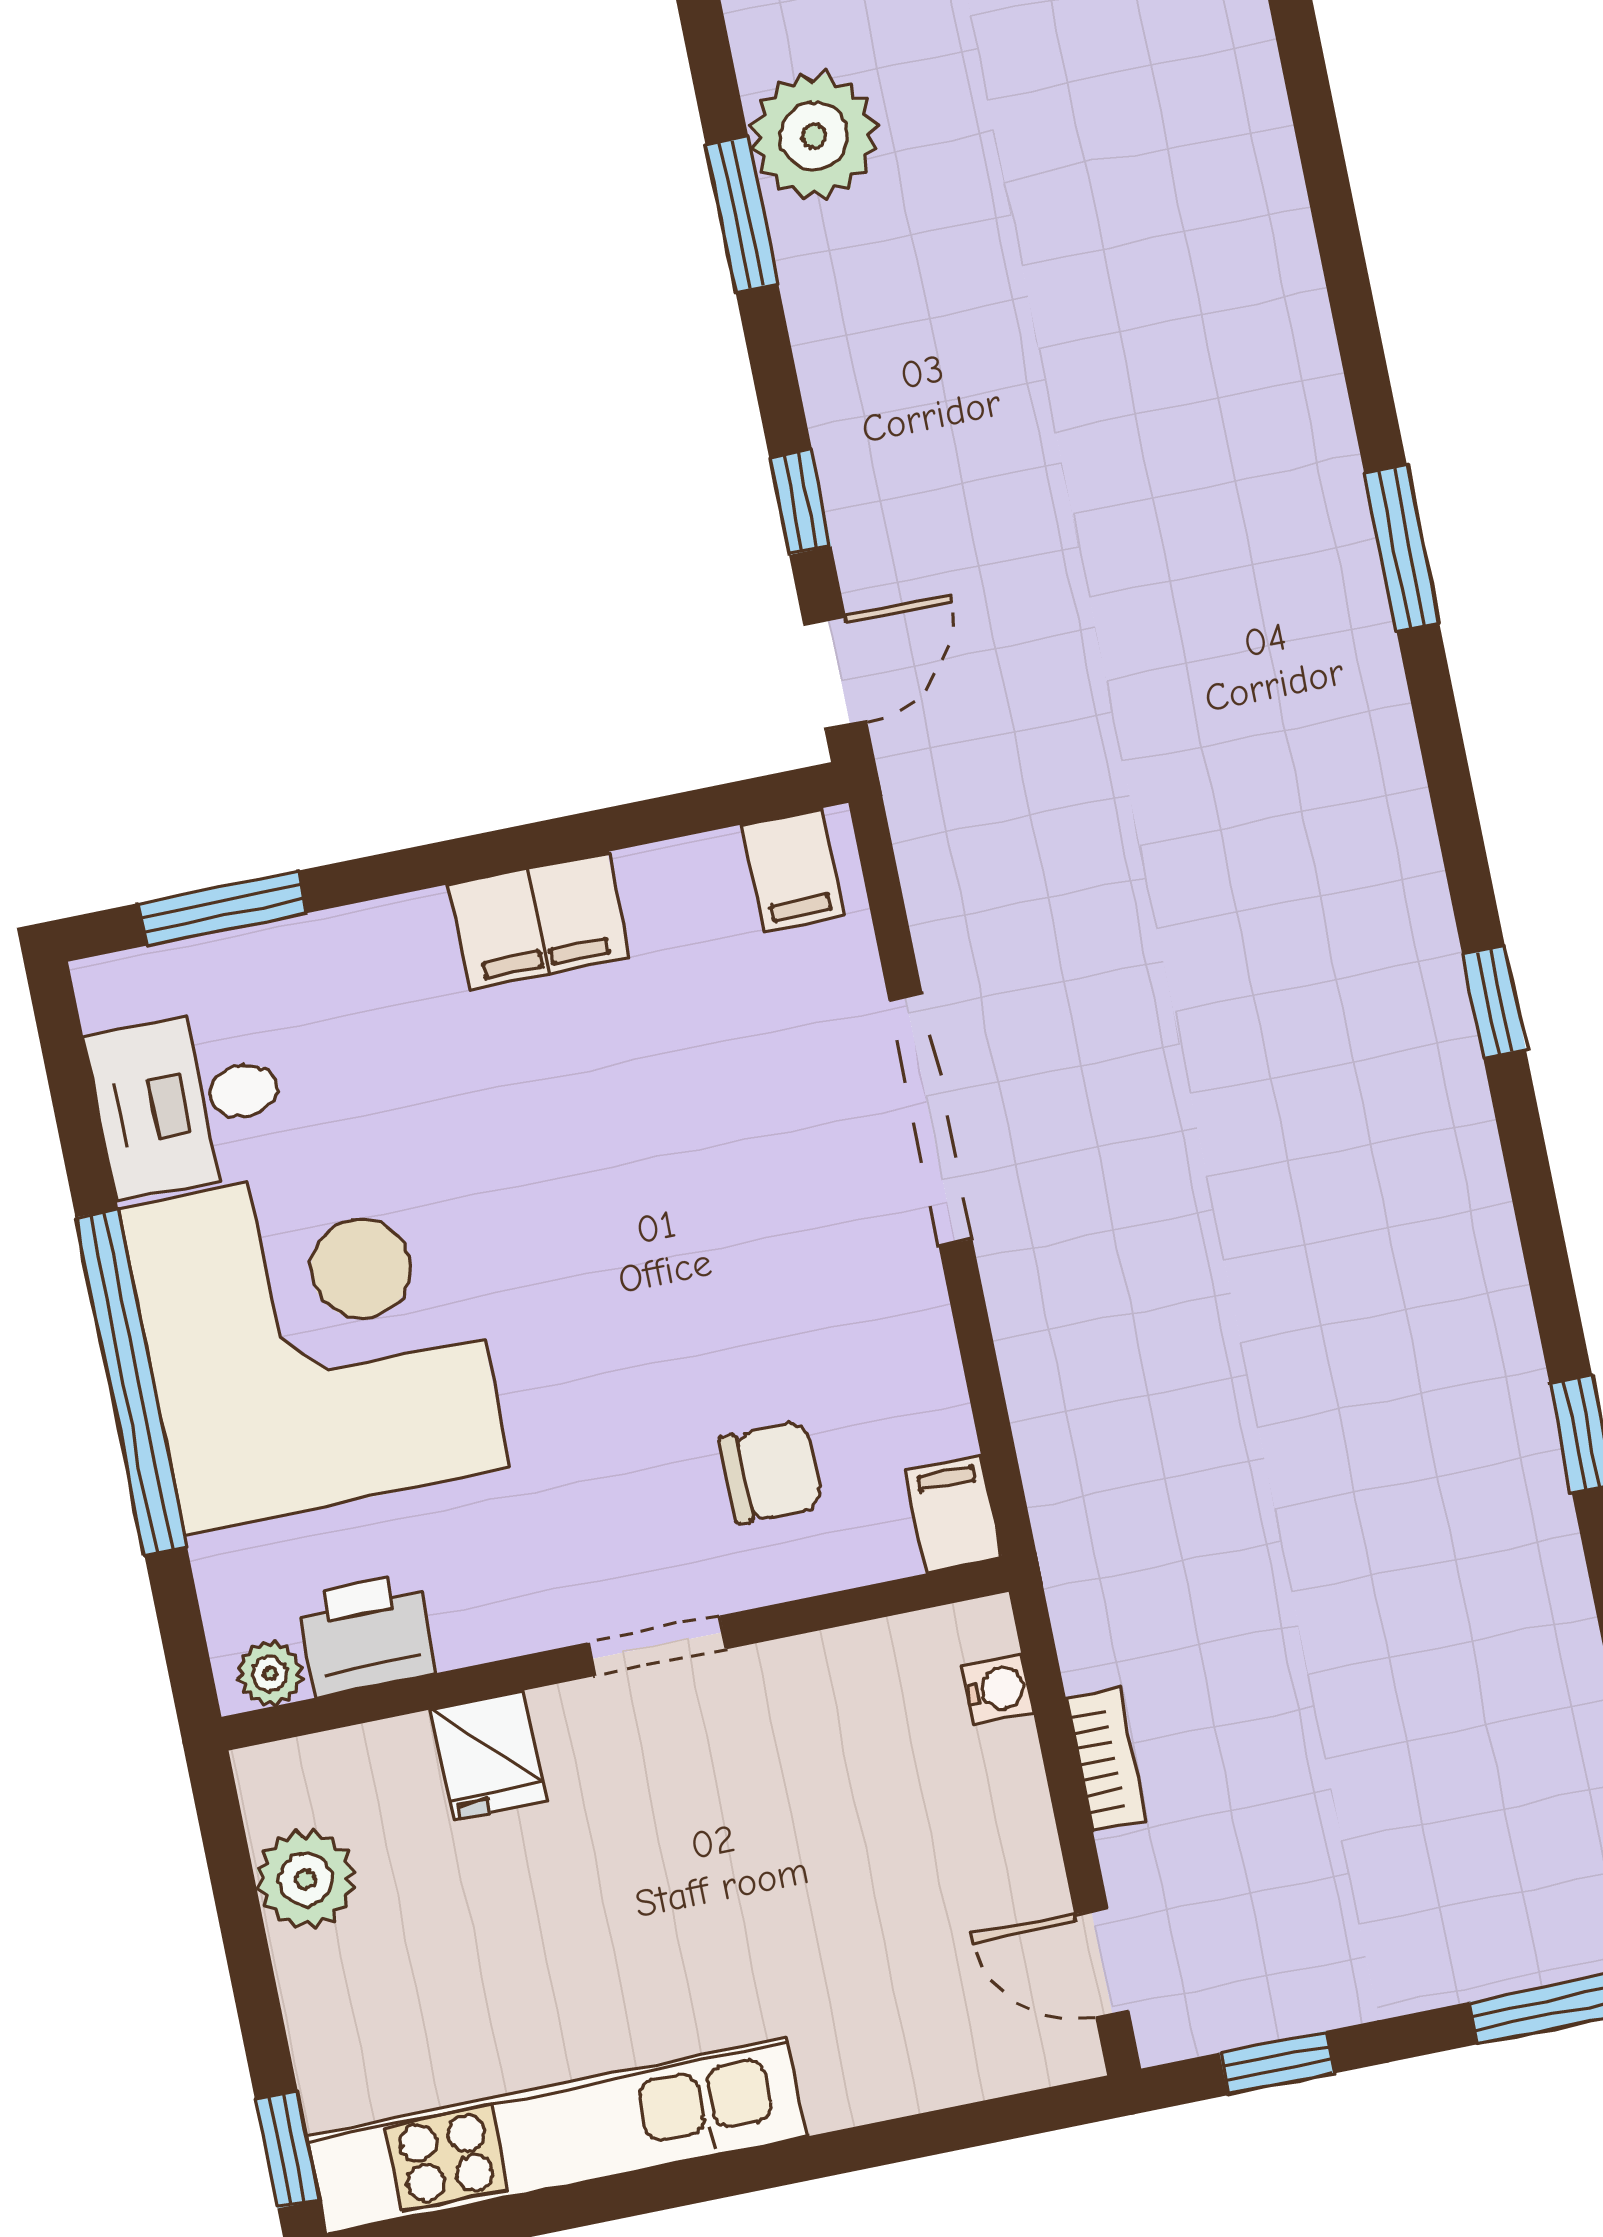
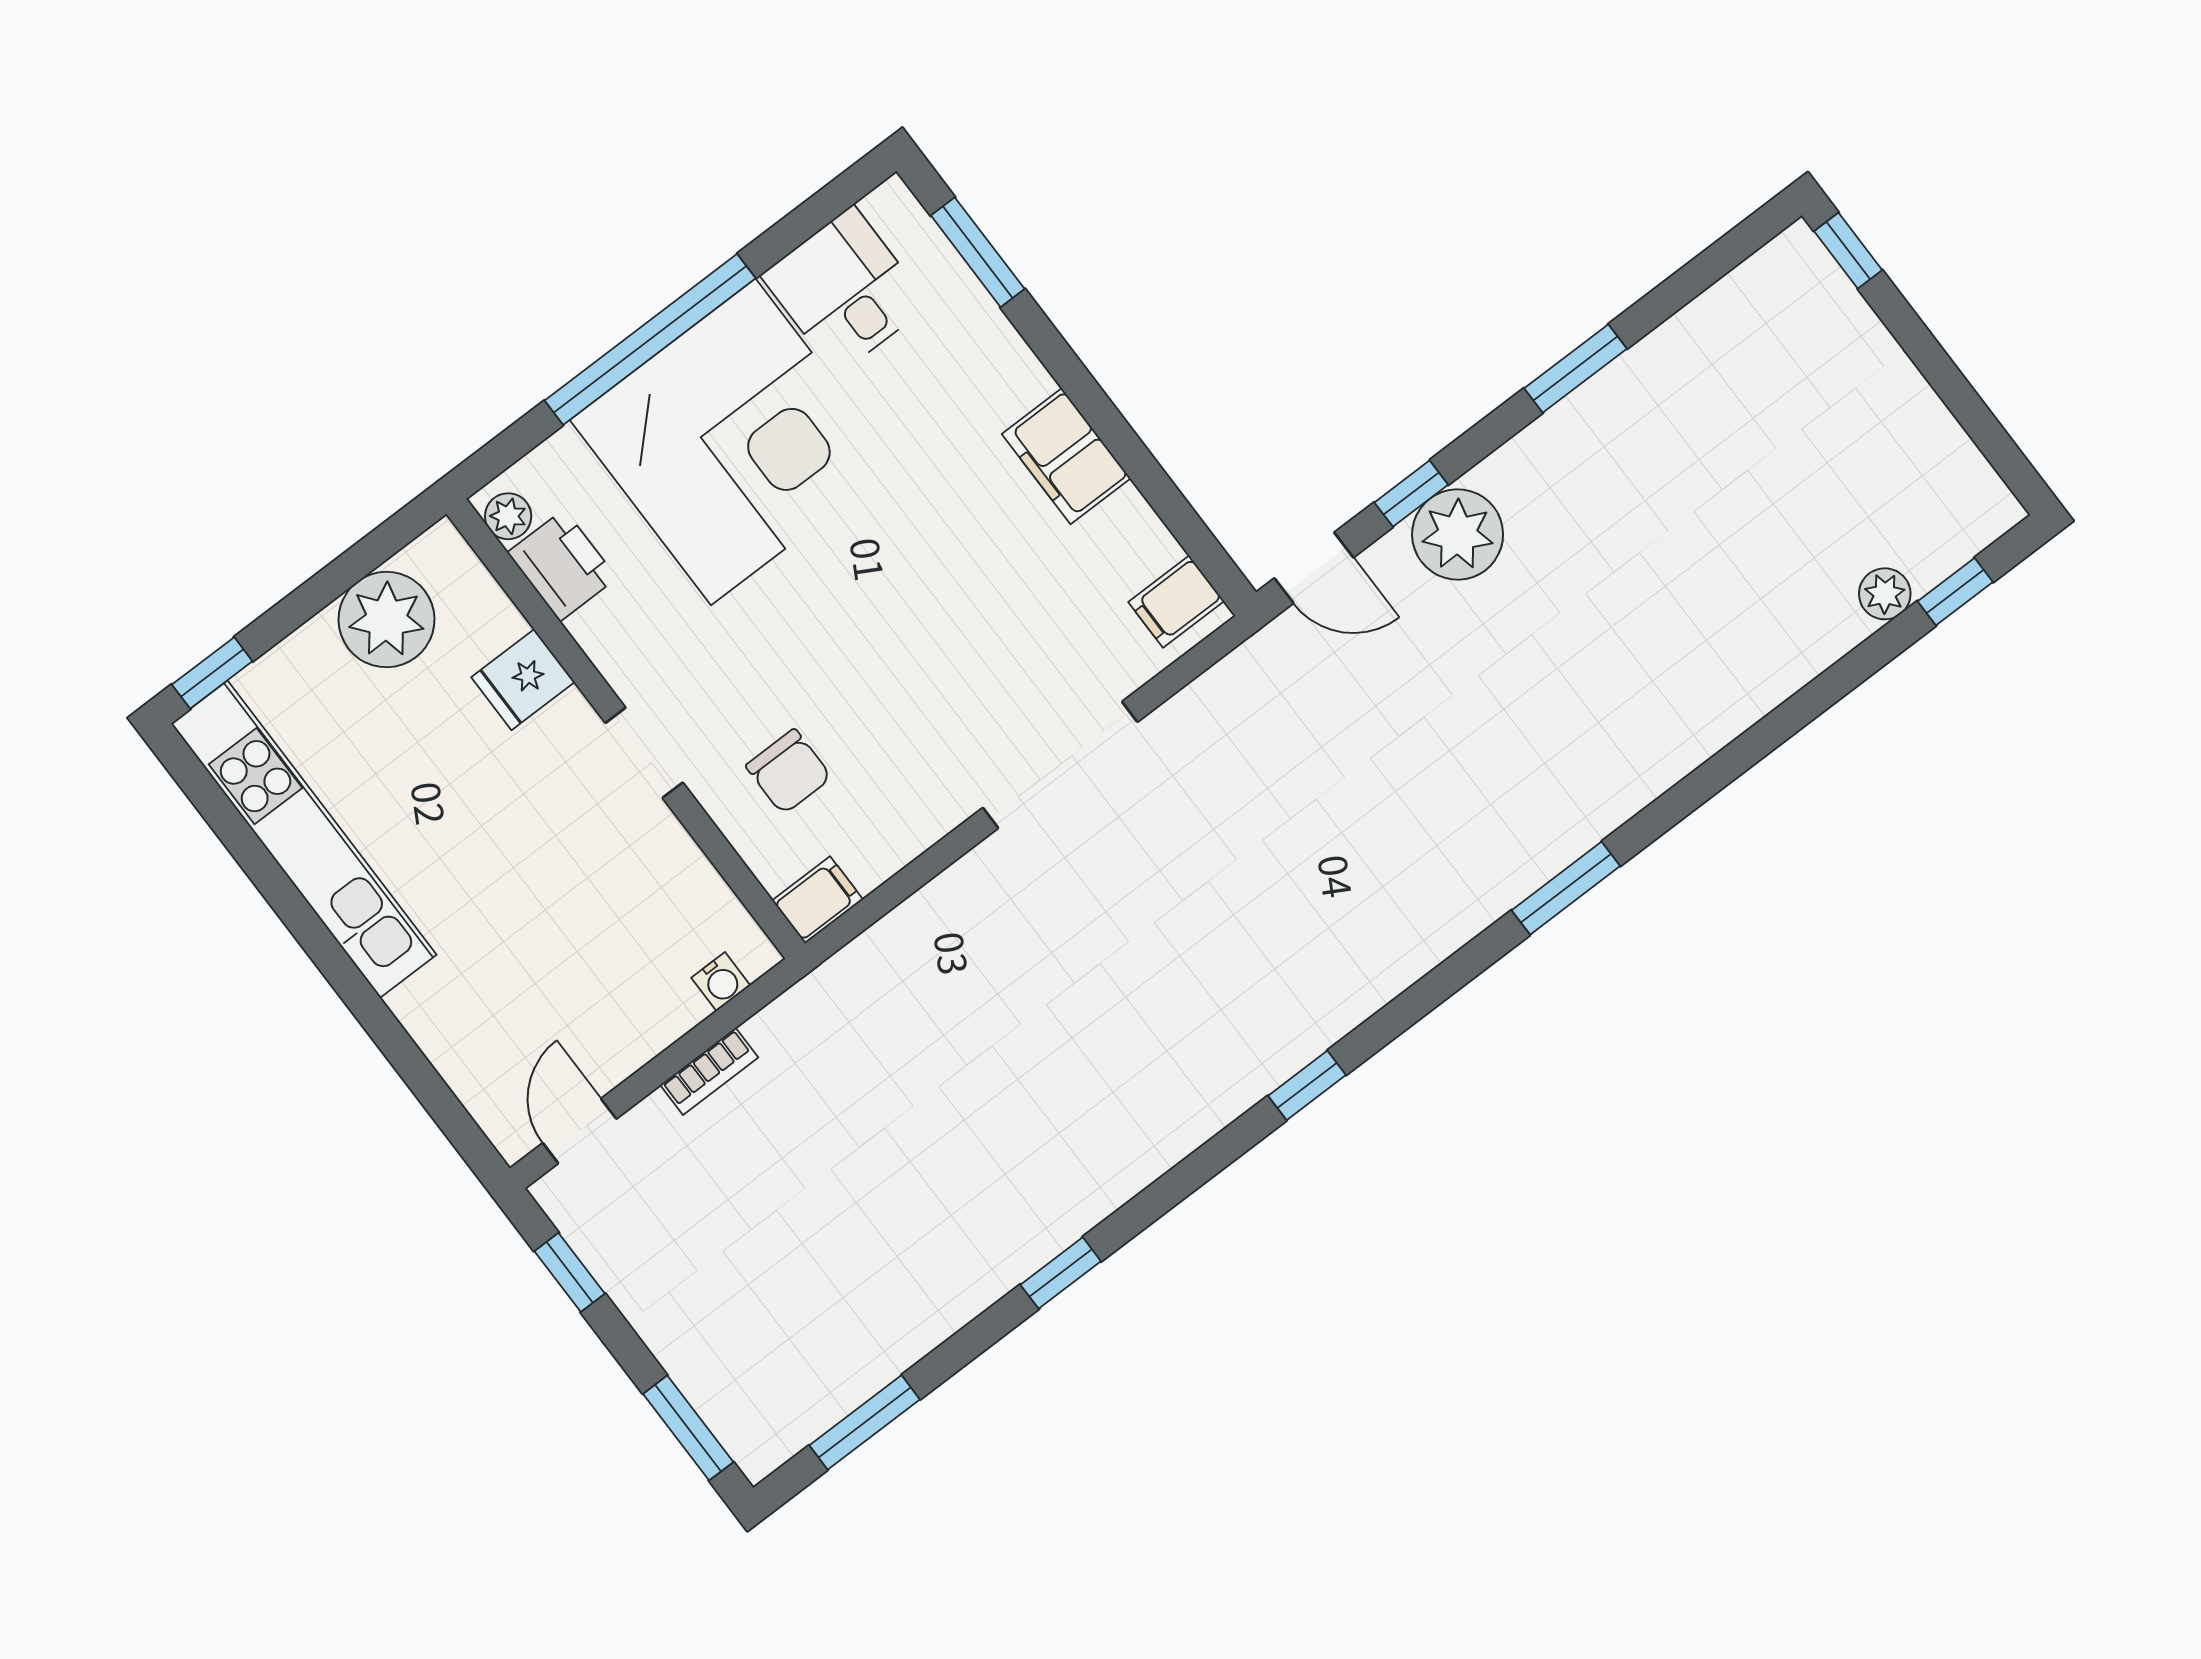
plant: (814, 136) -> (1458, 534), moved
plant: (305, 1879) -> (386, 620), width x1.36, depth x1.36

